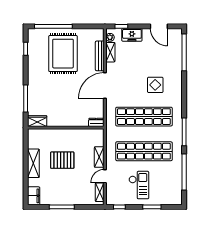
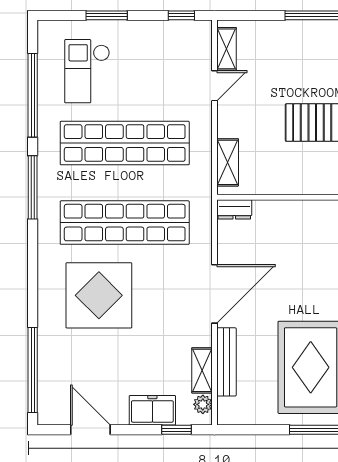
display table: (155, 85) -> (99, 295), width x1.86, depth x1.86
shelving: (99, 157) -> (228, 162), moved
checkout: (139, 185) -> (87, 71), moved

